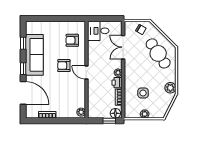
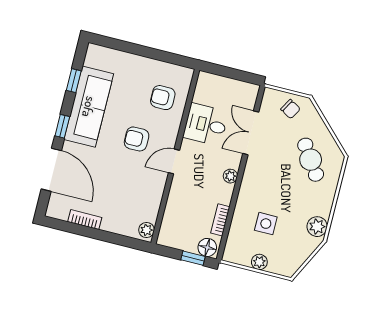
desk: (98, 31) -> (206, 125), moved
cafe table: (158, 53) -> (311, 160), width x0.73, depth x0.74
door: (86, 72) -> (174, 161), hinge flipped
printer: (117, 83) -> (224, 193), removed

